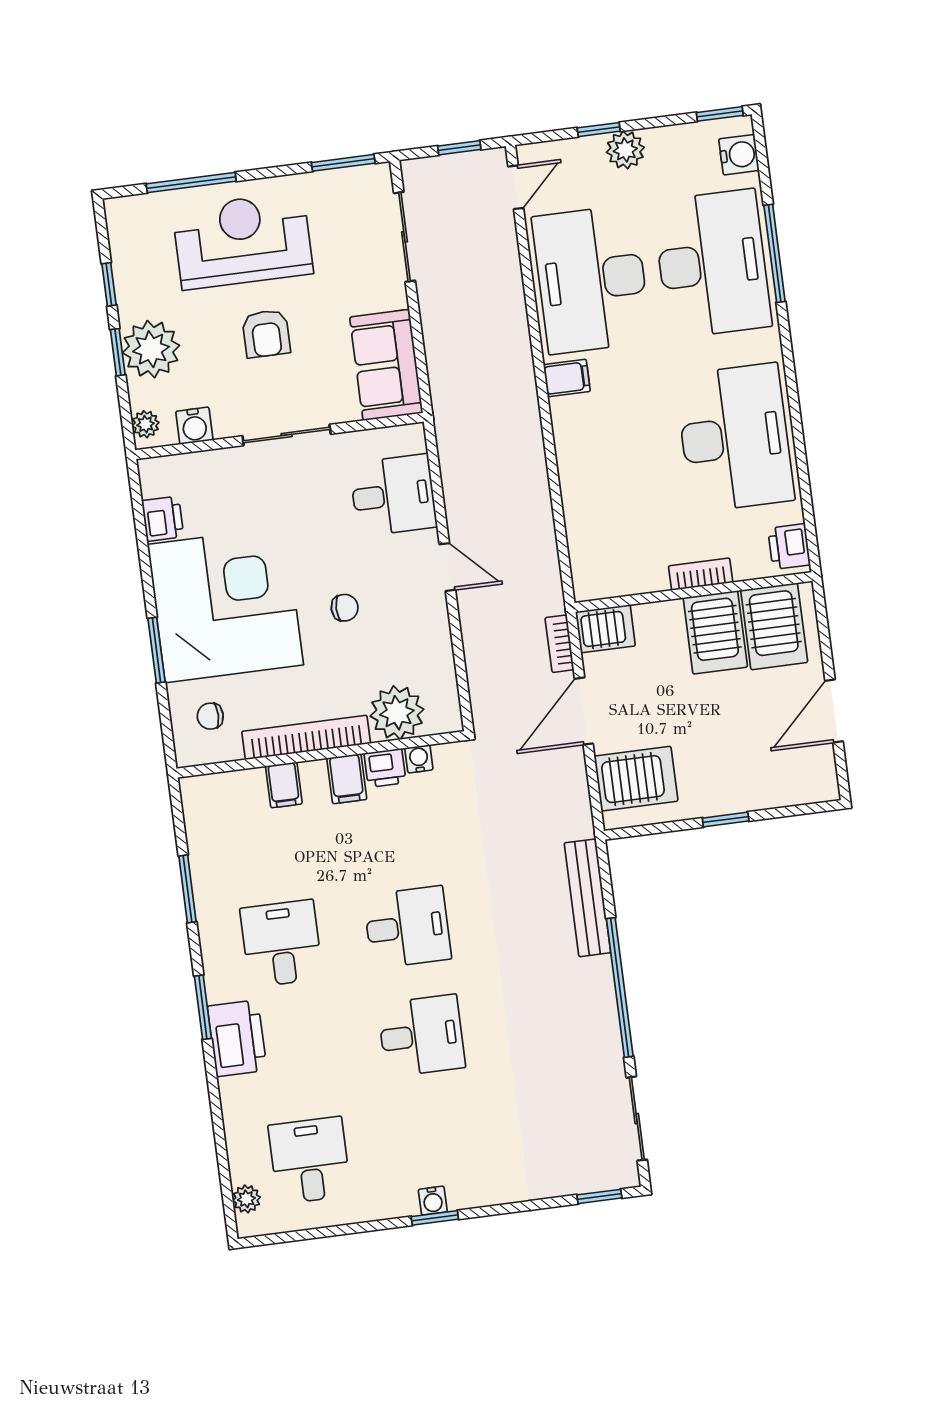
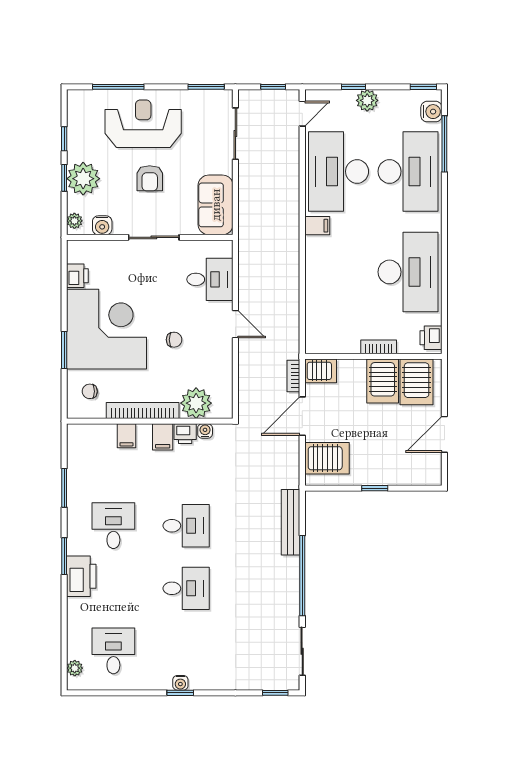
window: (775, 253) -> (444, 144), moved

